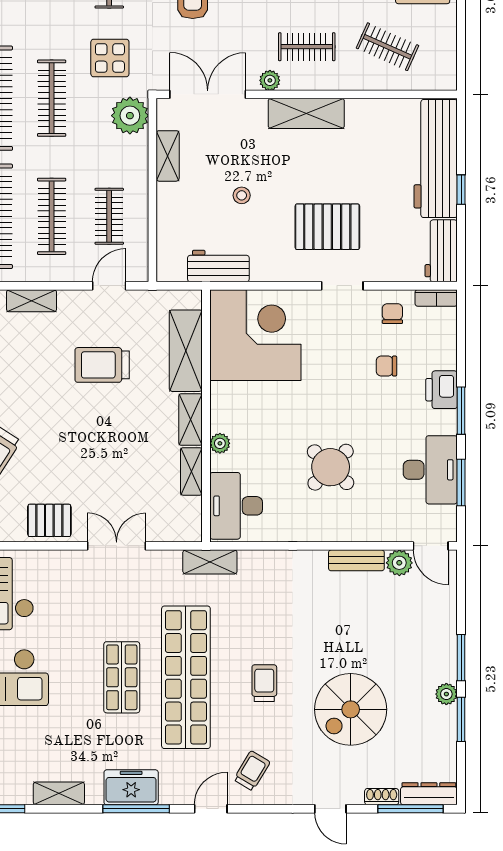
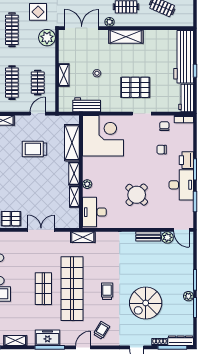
shelving: (168, 156) -> (64, 75), moved
desk: (430, 470) -> (181, 185), moved

